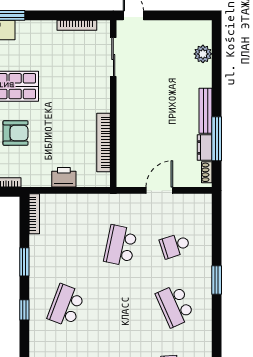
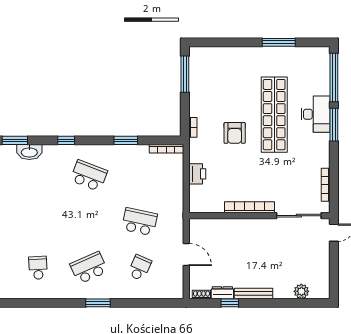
sliding door: (113, 57) -> (299, 216), width x1.37
window: (217, 139) -> (230, 303), width x0.46
bookcase: (103, 142) -> (249, 207), moved
school desk: (175, 246) -> (140, 268), turned 42
window: (217, 280) -> (98, 303), moved
window: (24, 310) -> (66, 140), moved

